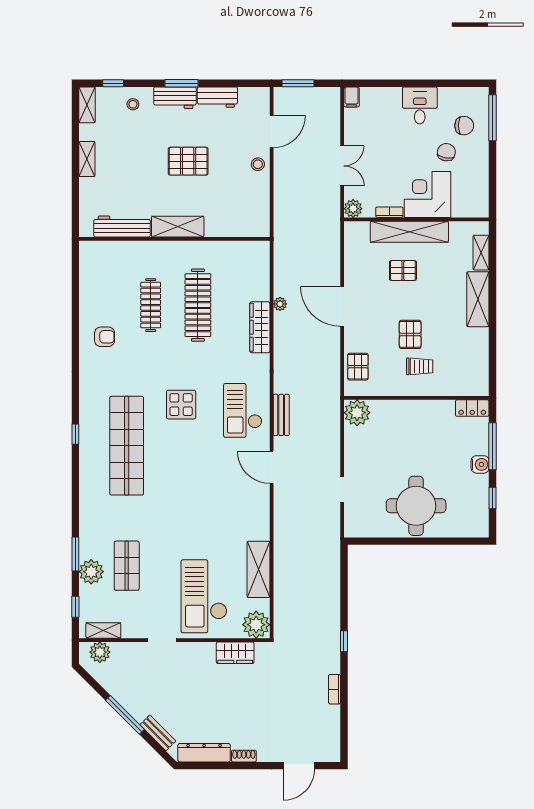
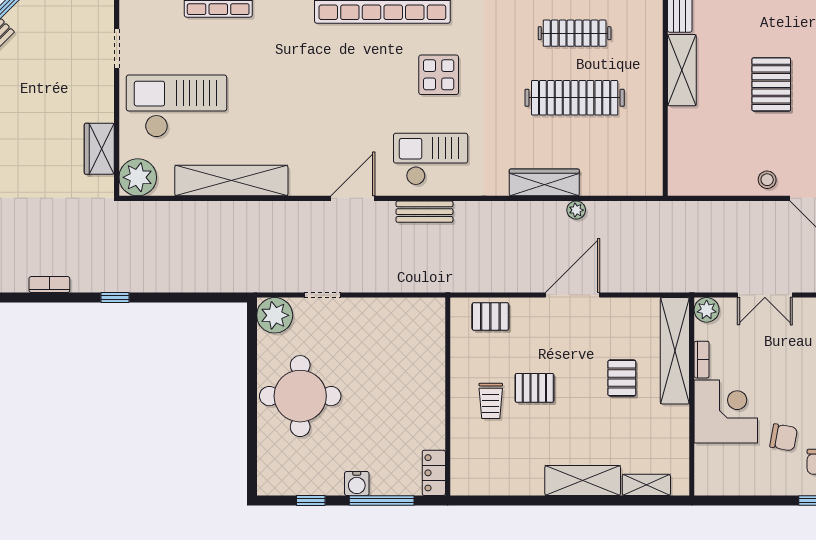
shelving: (409, 232) -> (675, 351), moved
plant: (357, 413) -> (275, 315), moved
shelving: (258, 569) -> (231, 181), width x1.47

